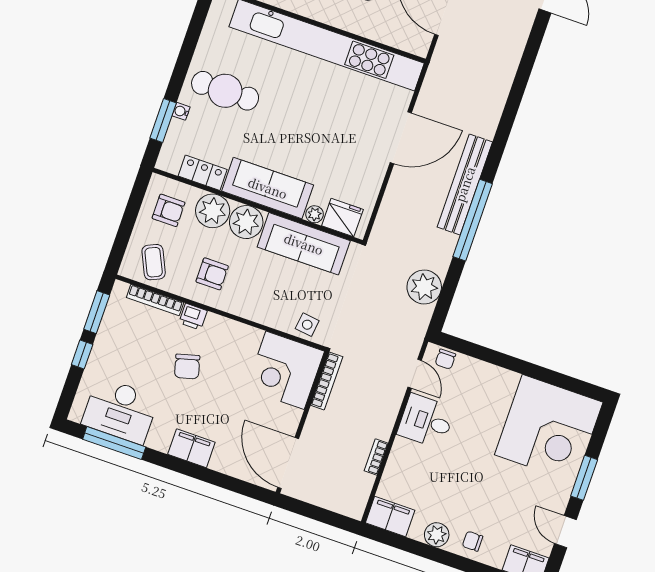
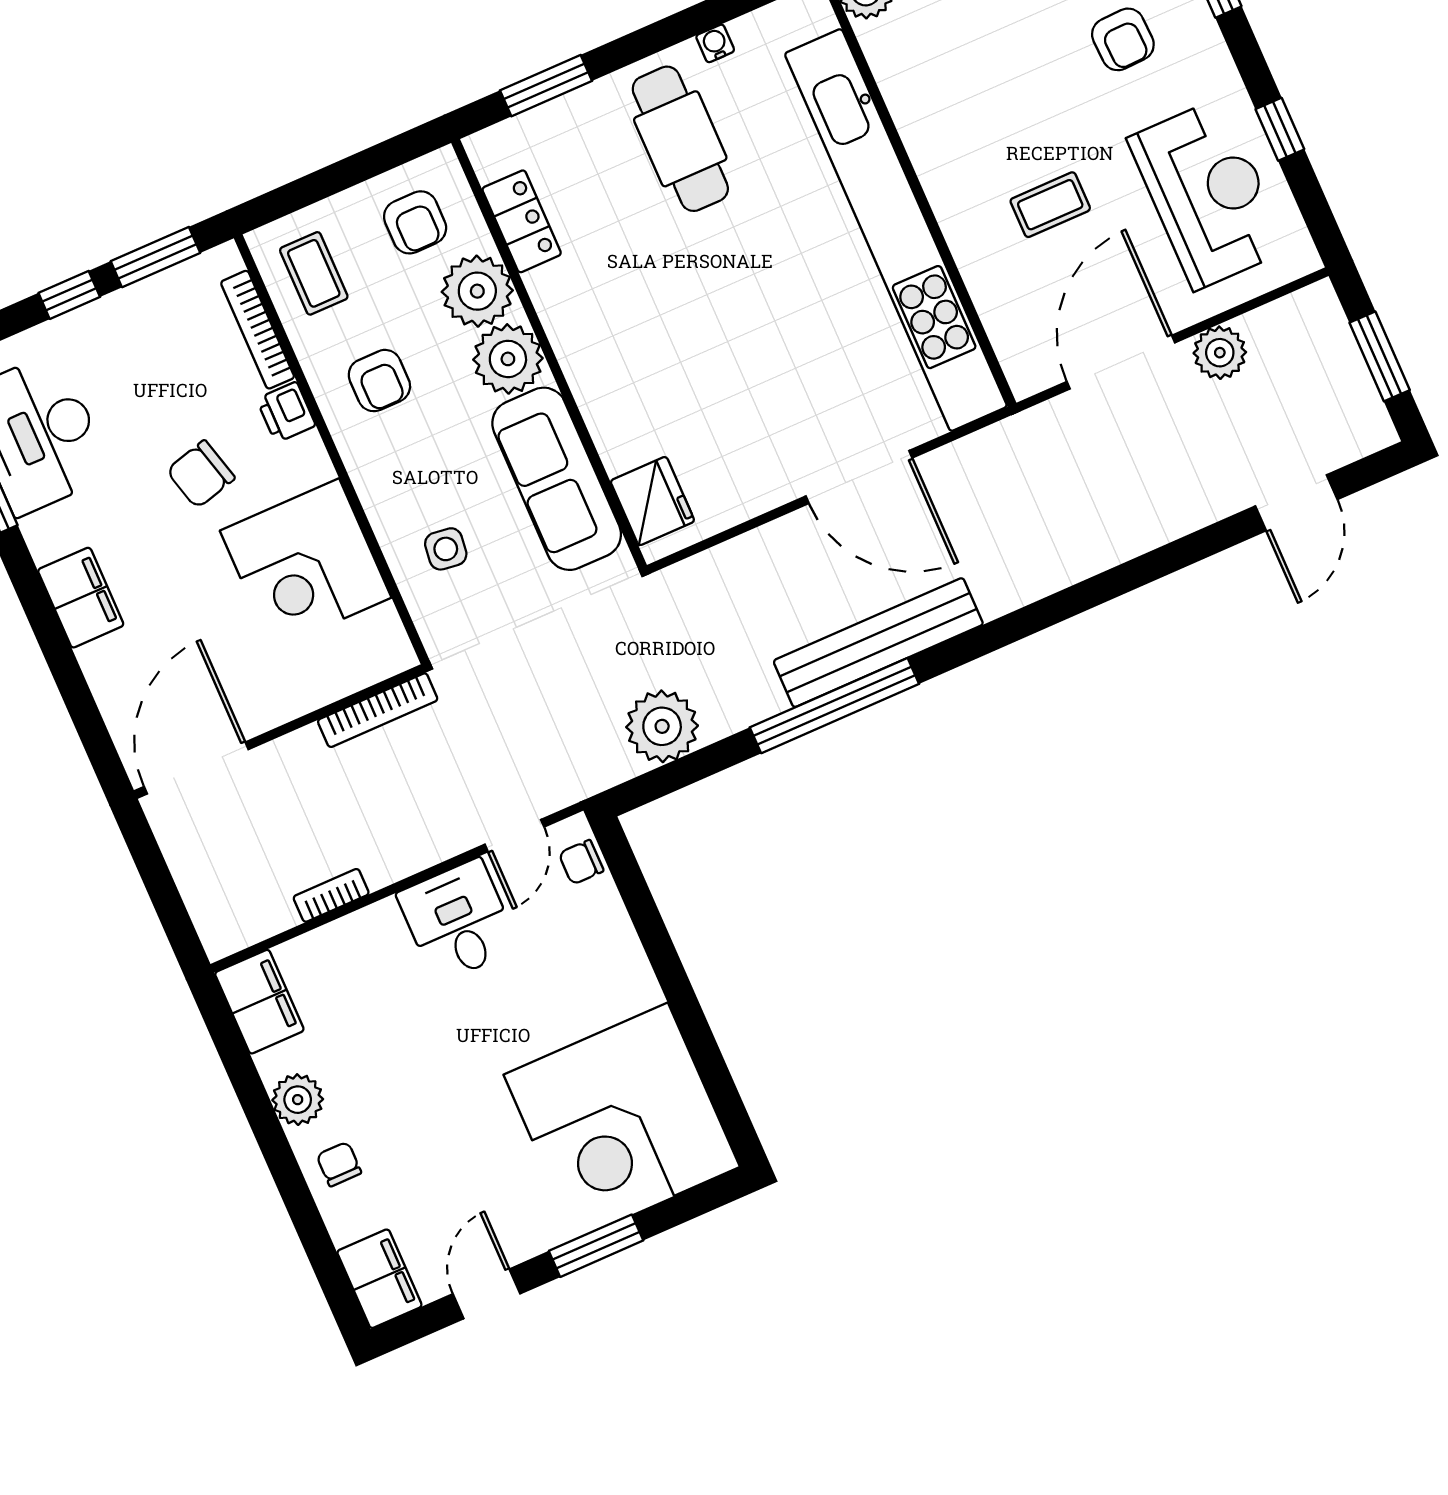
water cooler: (181, 111) -> (715, 43), moved
sofa: (268, 188) -> (591, 343), removed
plant: (315, 214) -> (618, 453), removed
coffee table: (154, 262) -> (314, 273), turned -65
side table: (307, 325) -> (446, 549), moved
corner desk: (285, 370) -> (306, 564), moved, turned -90

